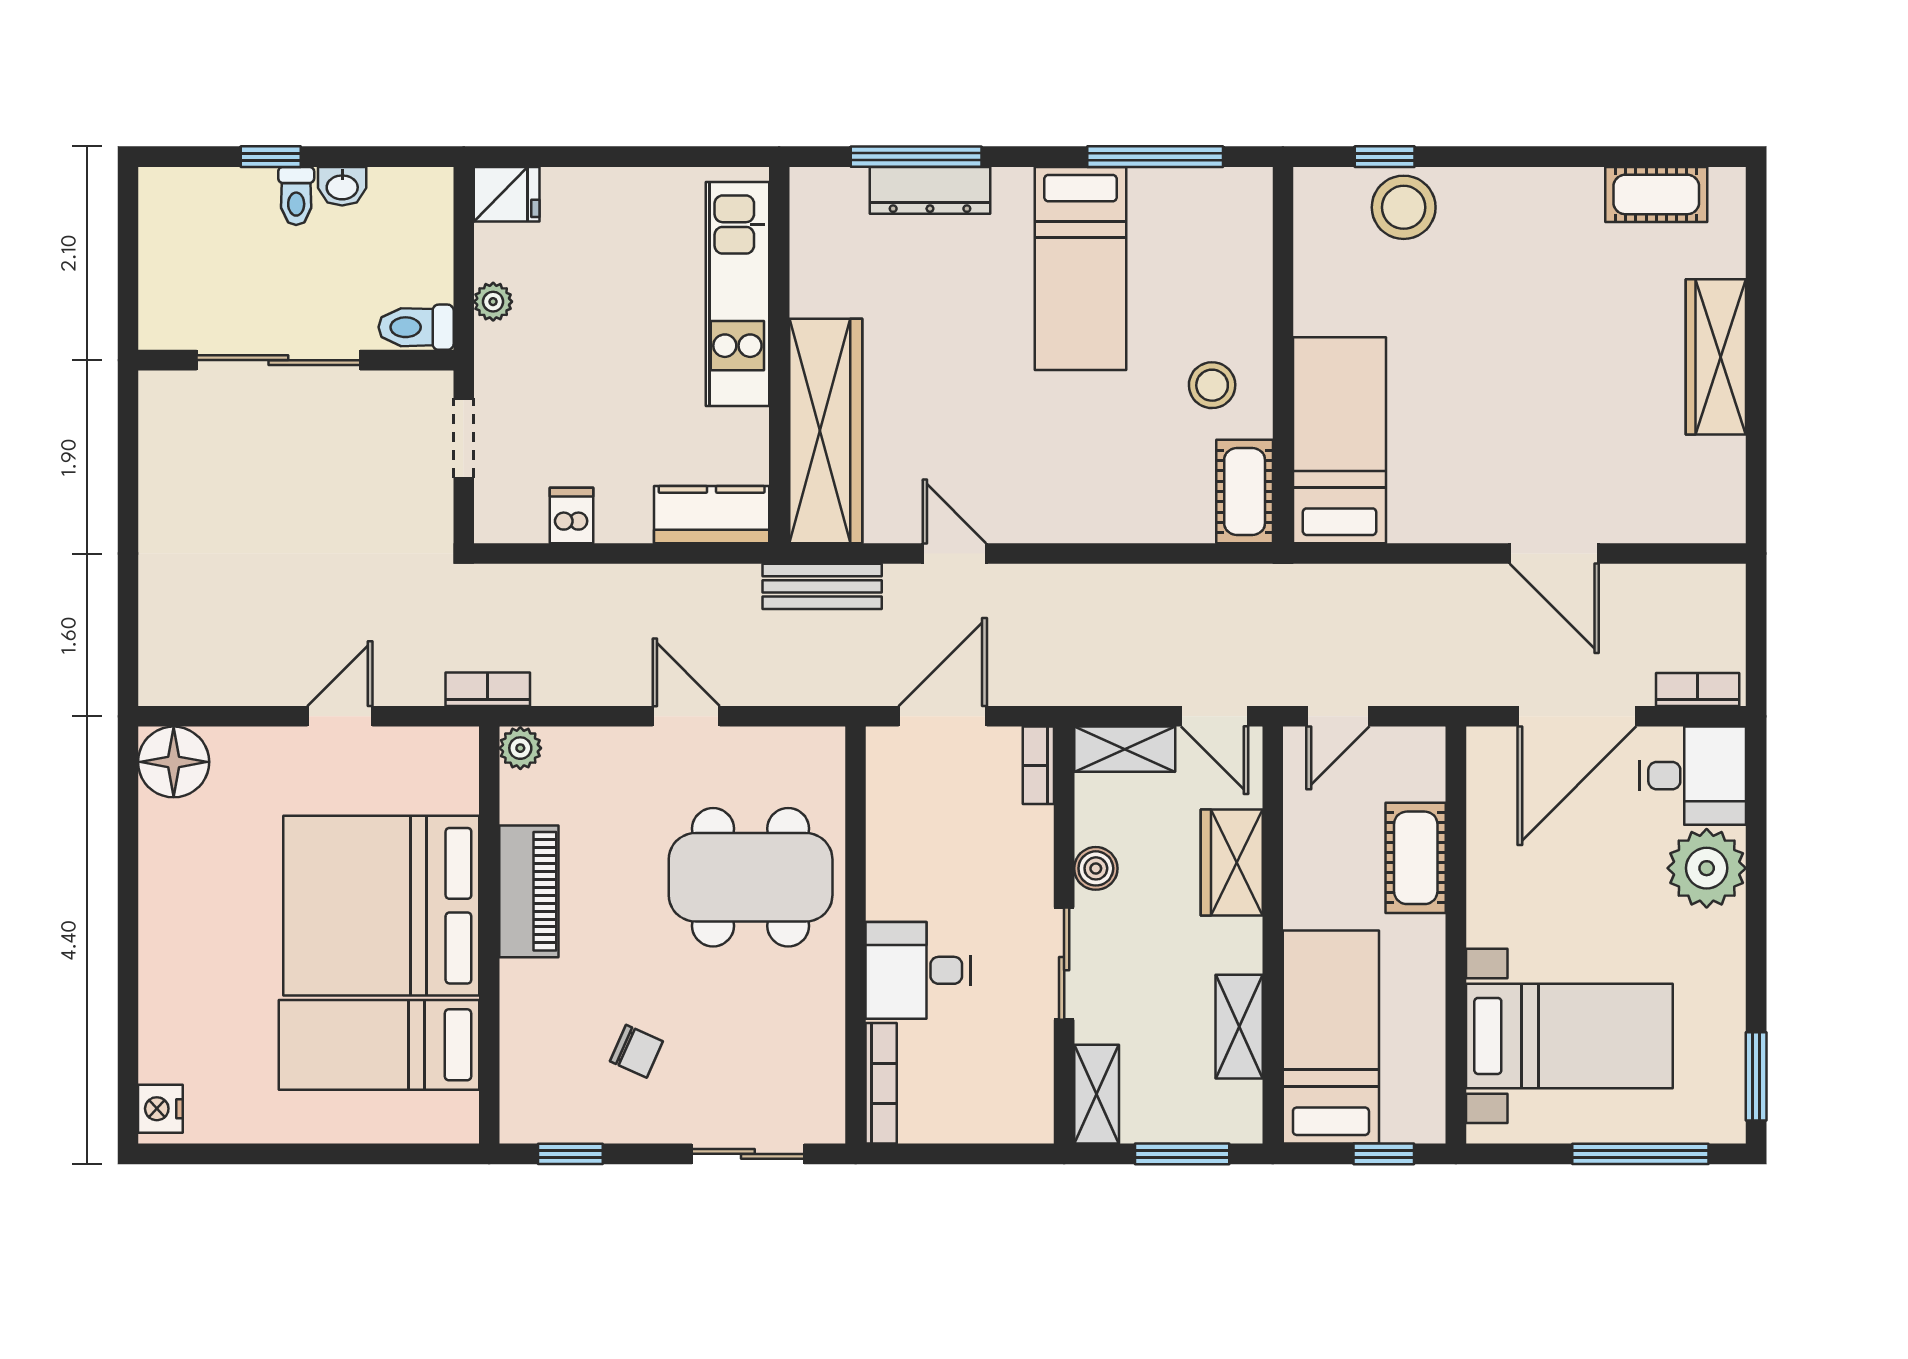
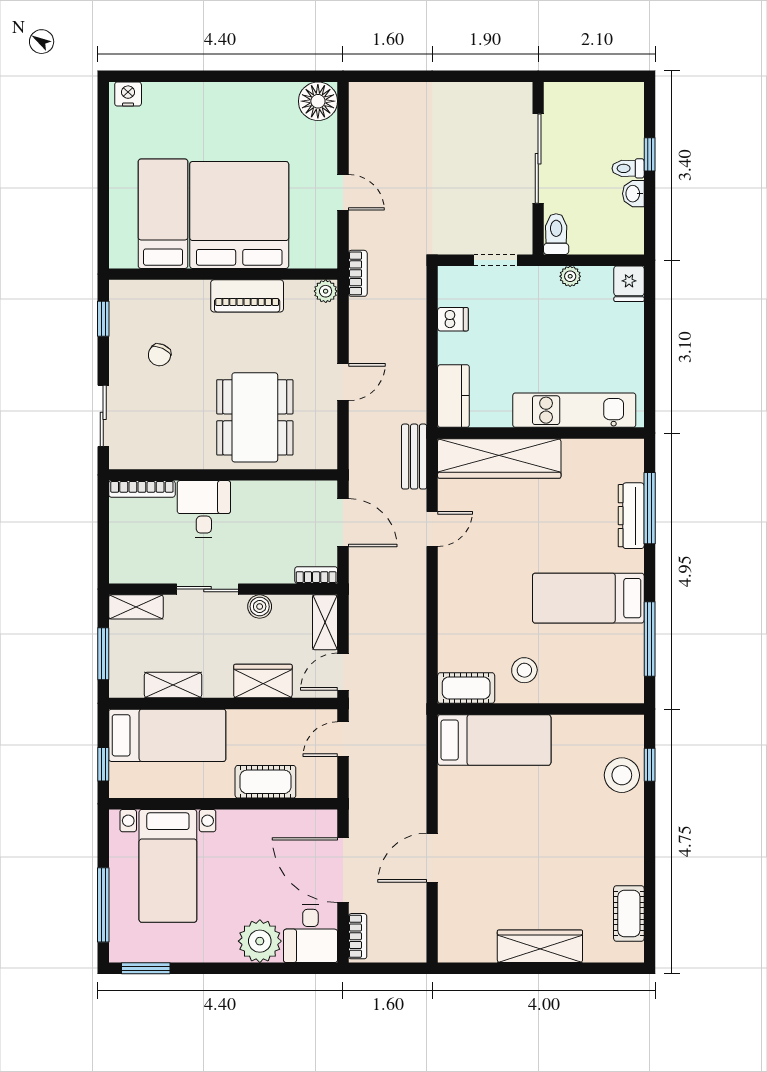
door: (1338, 716) -> (343, 739), hinge flipped

